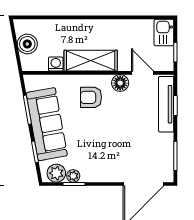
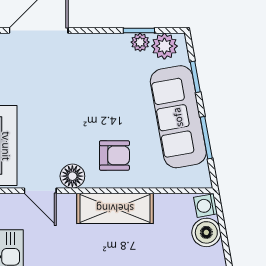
washing machine: (56, 64) -> (206, 206), moved, turned 80

